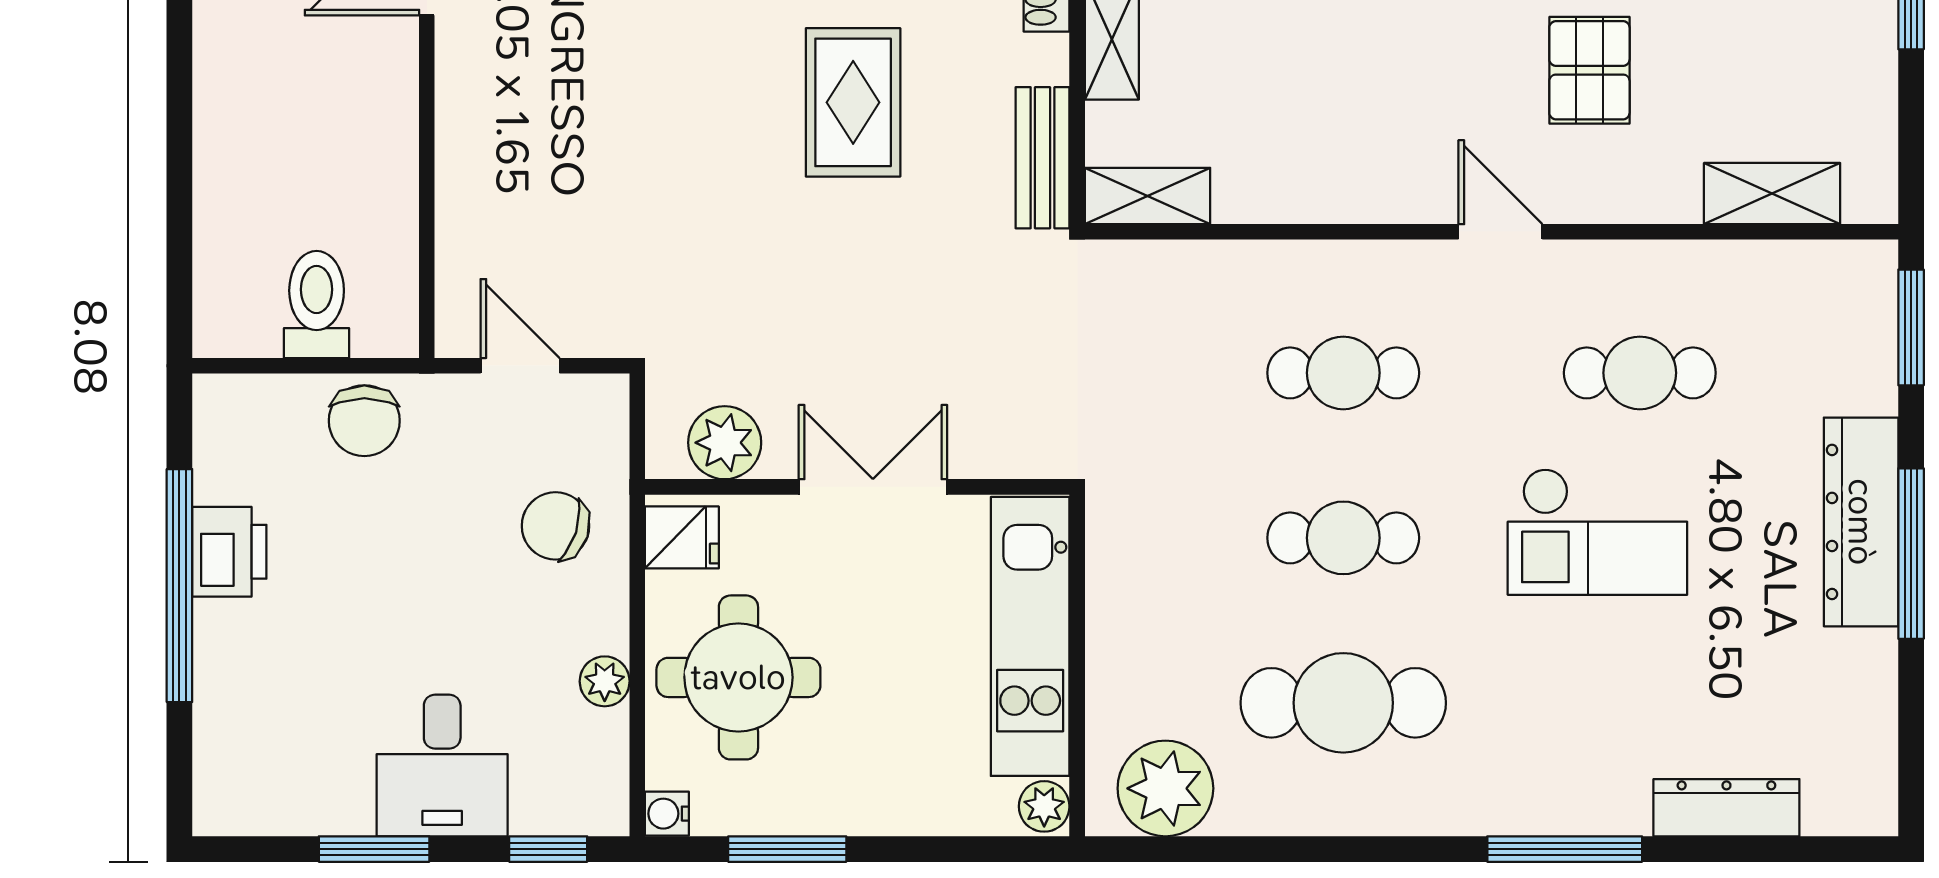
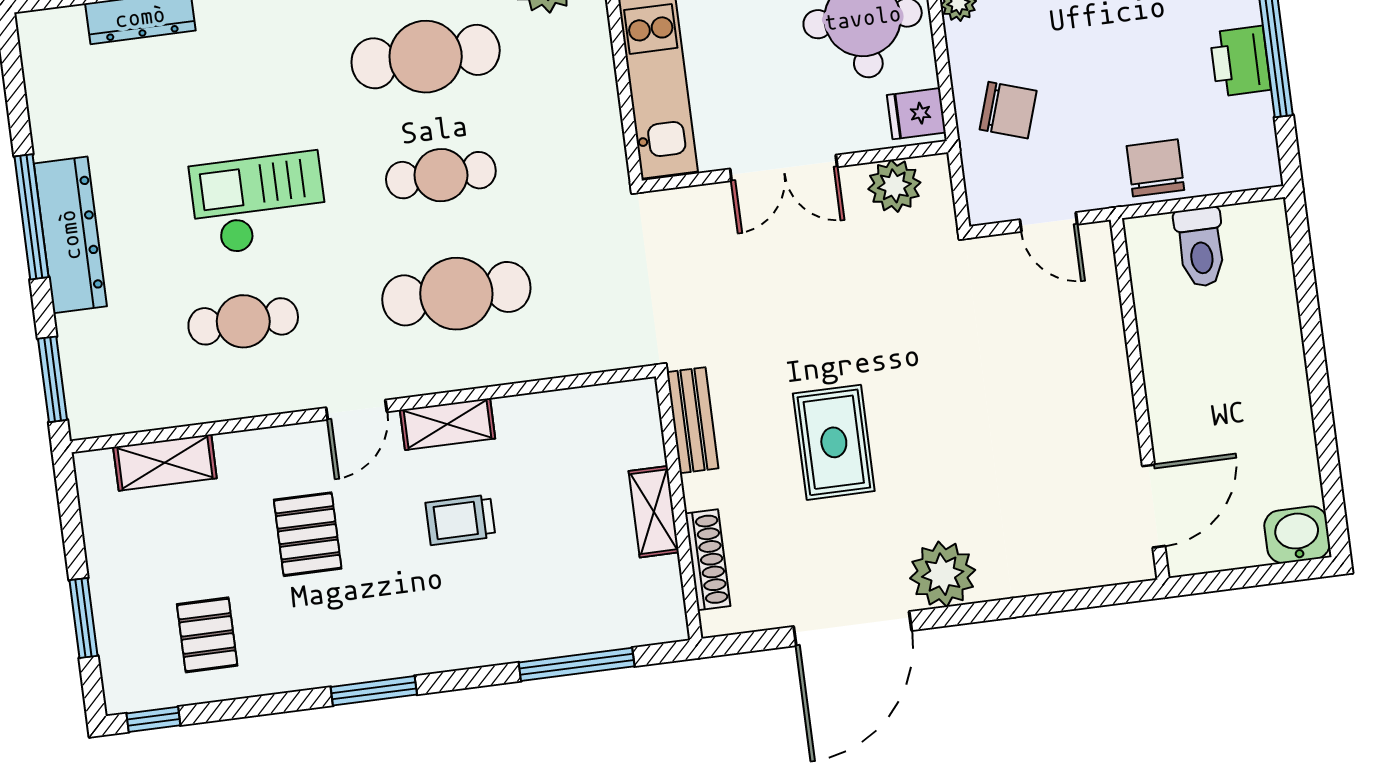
trolley: (1378, 63) -> (460, 520), added
shelving: (1147, 196) -> (448, 424), moved
door: (1500, 232) -> (357, 410), hinge flipped
cafe table: (1343, 373) -> (456, 294), width x1.37, depth x1.35

